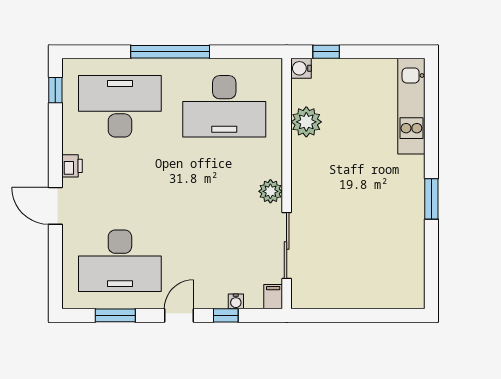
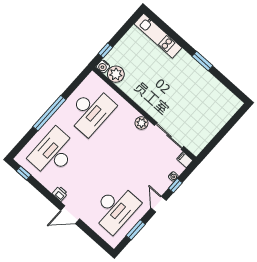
plant: (306, 122) -> (116, 74), moved

